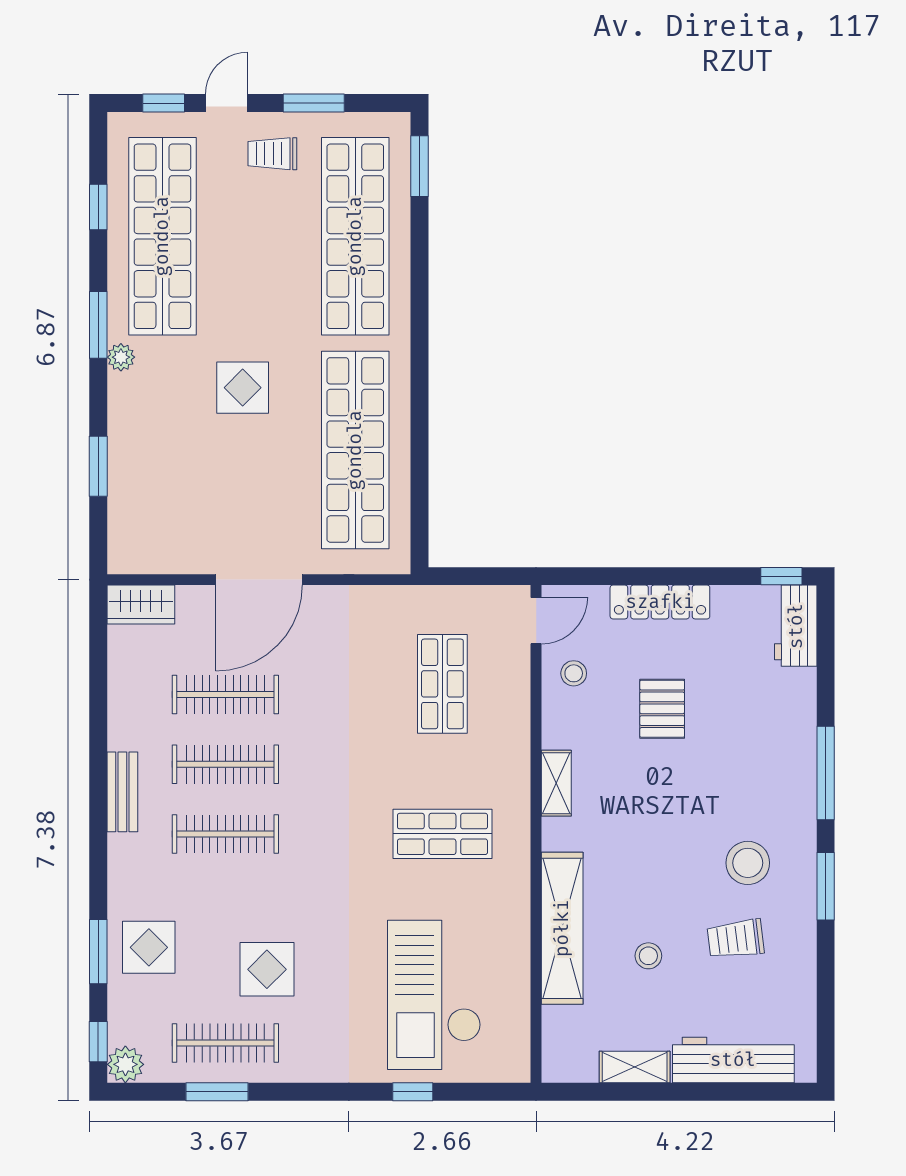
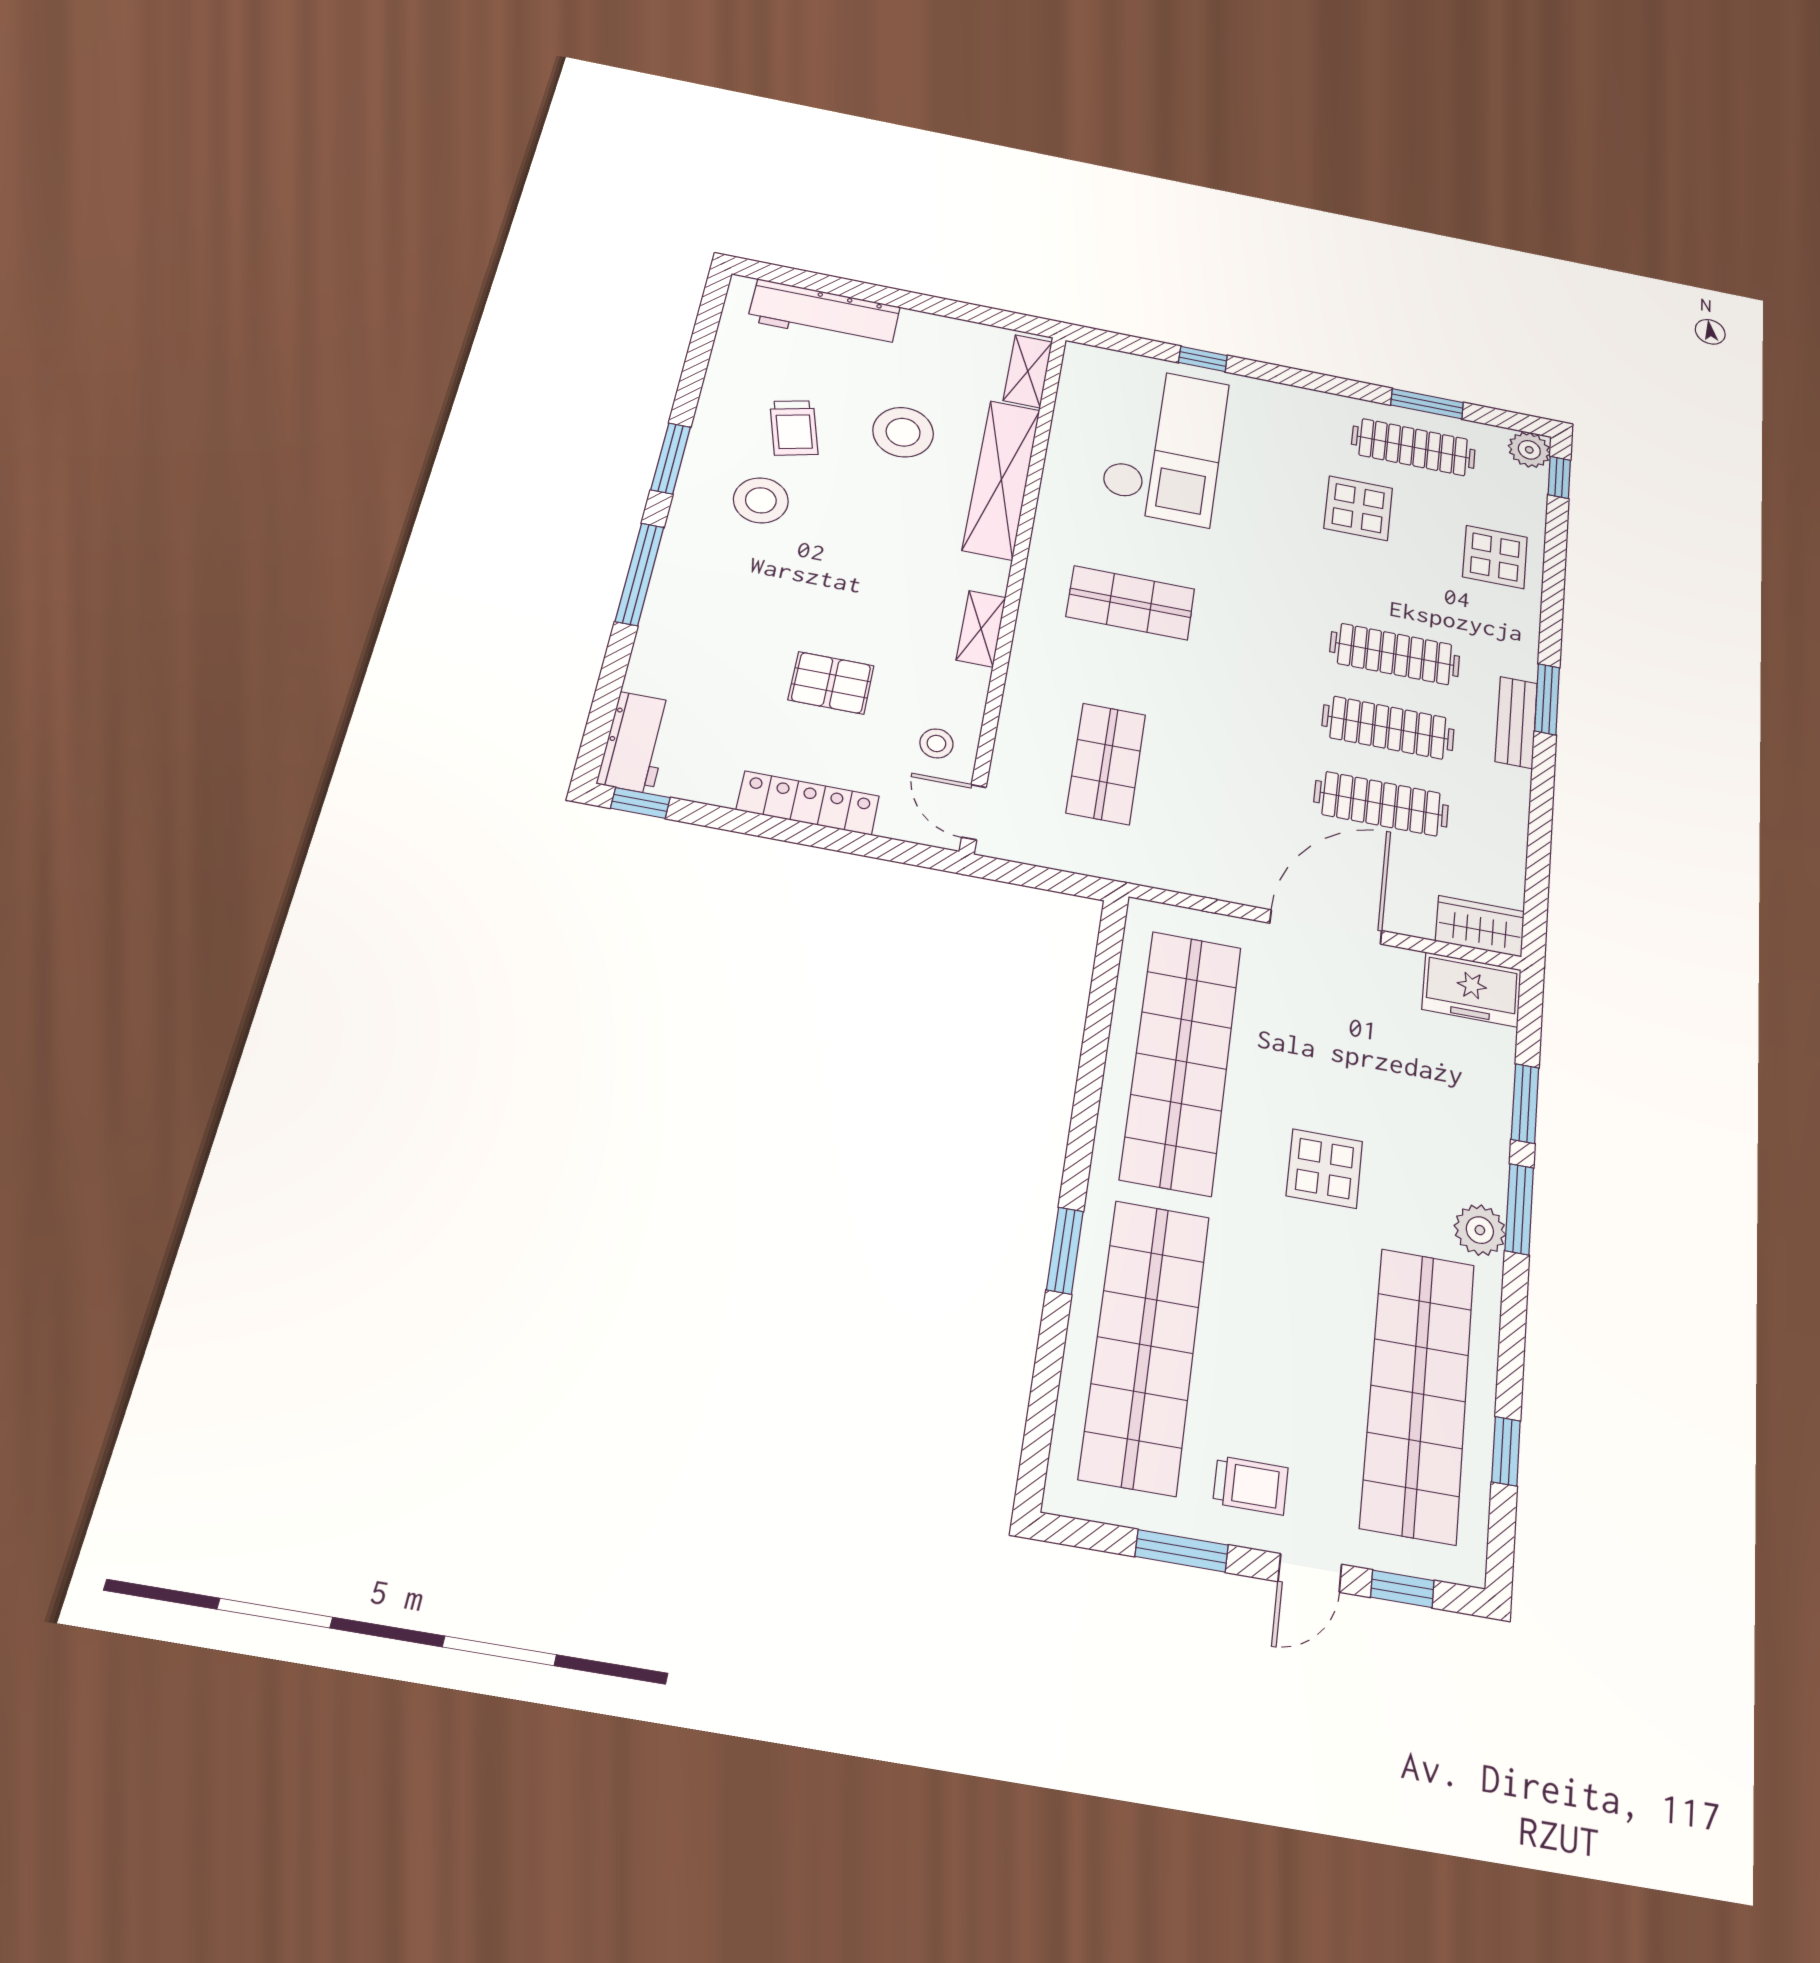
window: (420, 166) -> (1065, 1250), moved
window: (98, 325) -> (1519, 1209), moved
plant: (121, 357) -> (1480, 1230), width x1.38, depth x1.38
freezer: (144, 550) -> (1472, 989), added
door: (536, 621) -> (974, 812), hinge flipped
pallet: (662, 709) -> (831, 683), turned 90
trolley: (736, 939) -> (794, 428), turned 82
window: (98, 952) -> (1547, 699), moved
stool: (648, 956) -> (903, 432), width x1.89, depth x1.89
shelving: (635, 1067) -> (1028, 371), moved, turned 90

